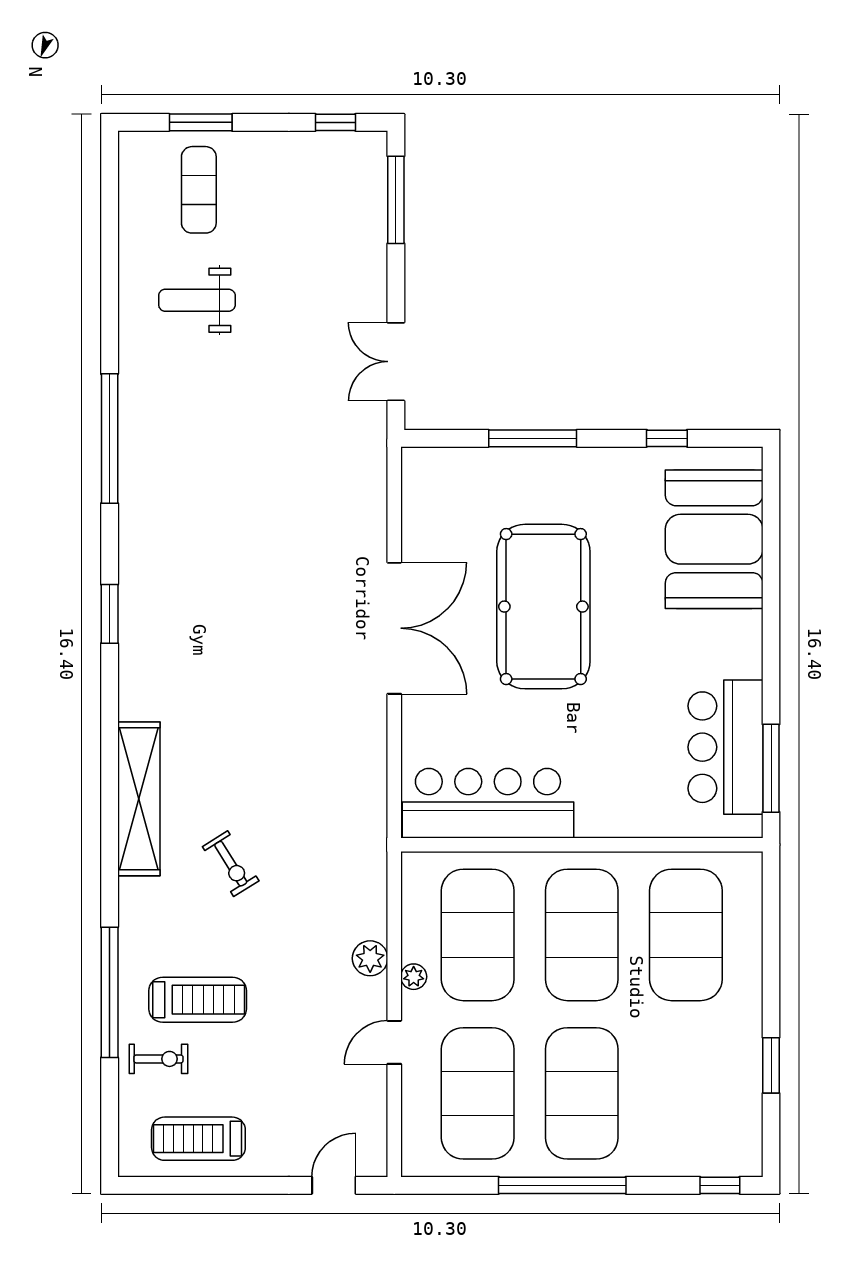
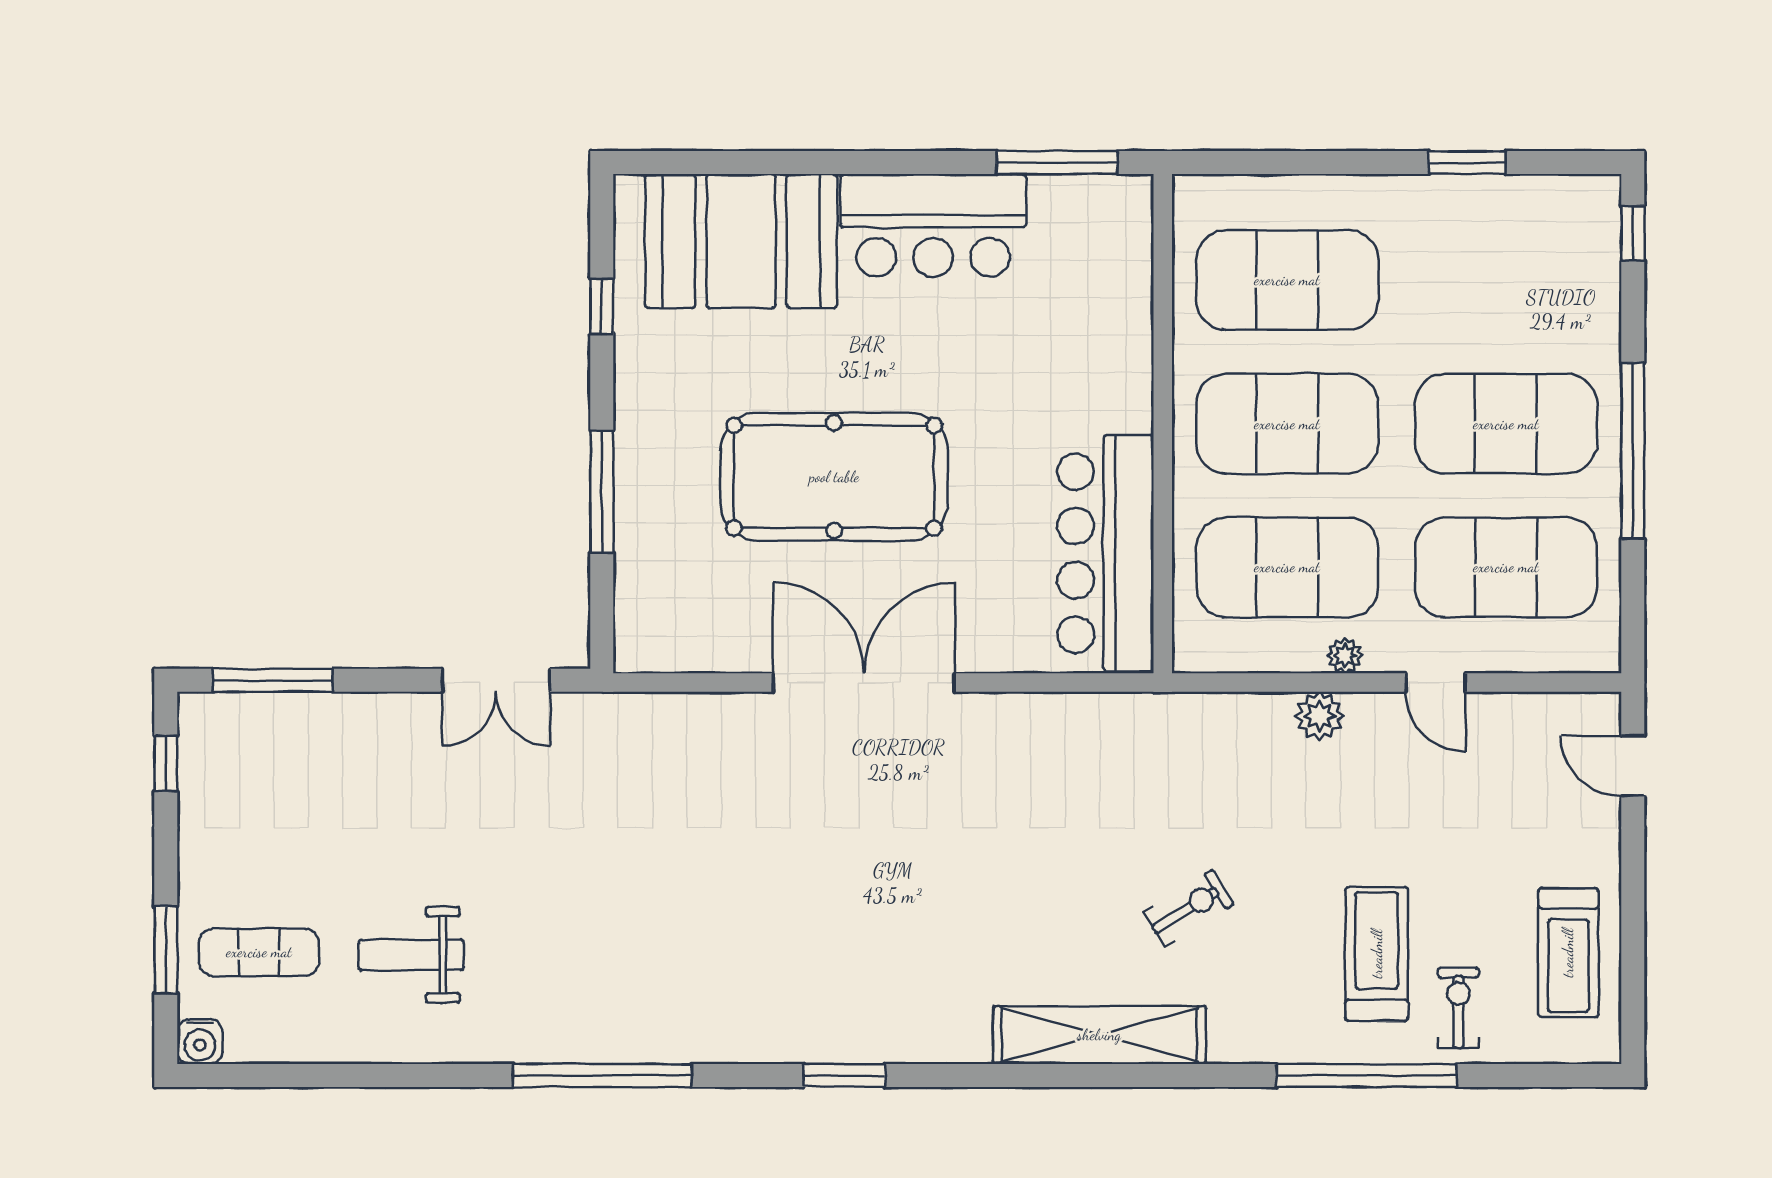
water cooler: (134, 147) -> (200, 1041), added
weight bench: (197, 300) -> (411, 955), turned 90
bar counter: (725, 747) -> (933, 225), moved

